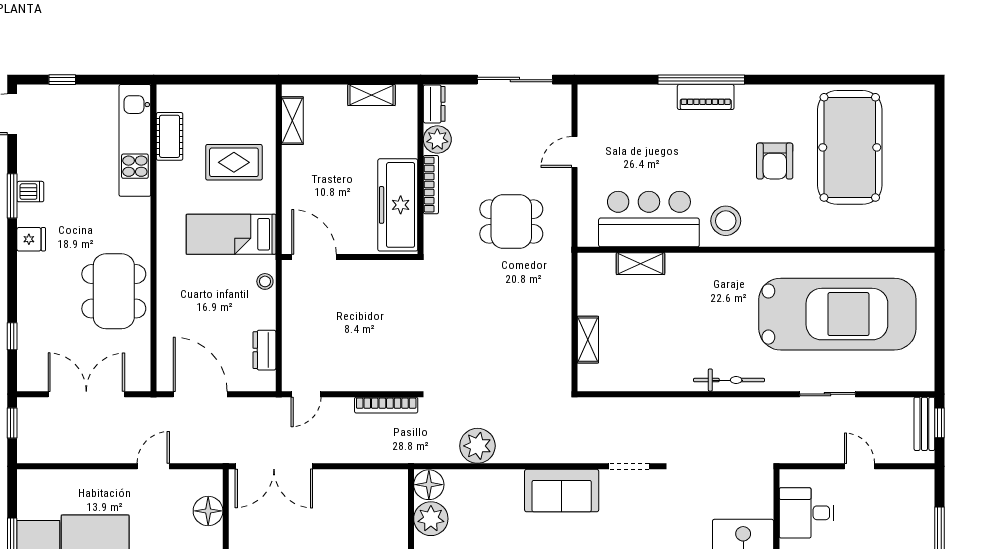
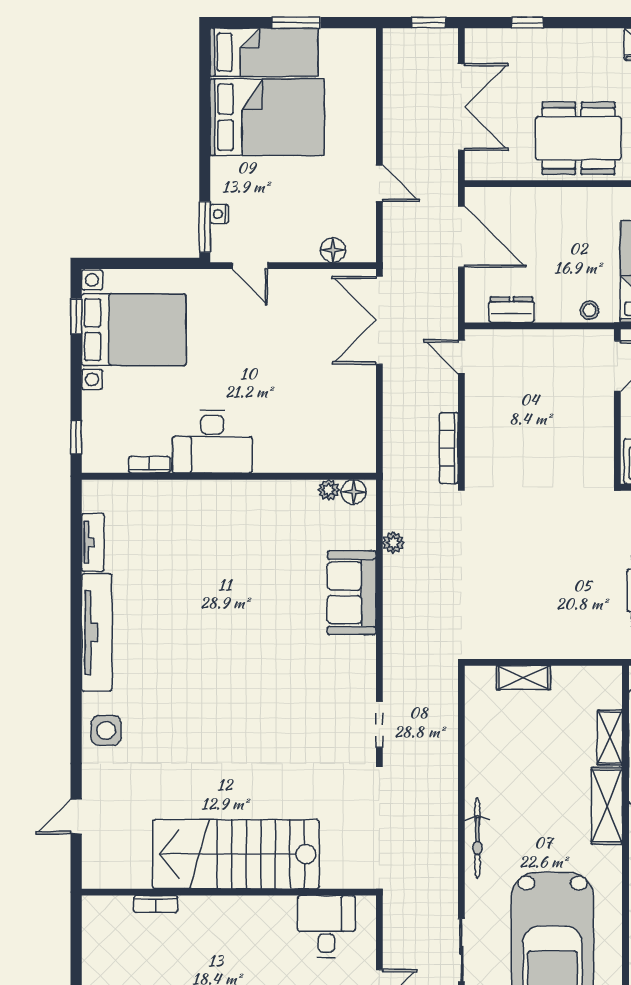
shelving: (700, 266) -> (607, 806), added
door: (200, 394) -> (461, 237), hinge flipped
plant: (477, 446) -> (393, 543), width x0.53, depth x0.53
floor lamp: (429, 485) -> (354, 492), width x0.73, depth x0.73
sofa: (562, 491) -> (352, 593), moved
floor lamp: (208, 511) -> (333, 250), width x0.73, depth x0.73
plant: (431, 519) -> (329, 490), width x0.53, depth x0.53

